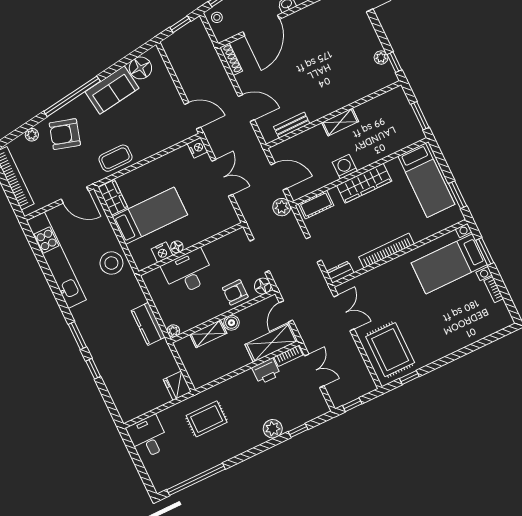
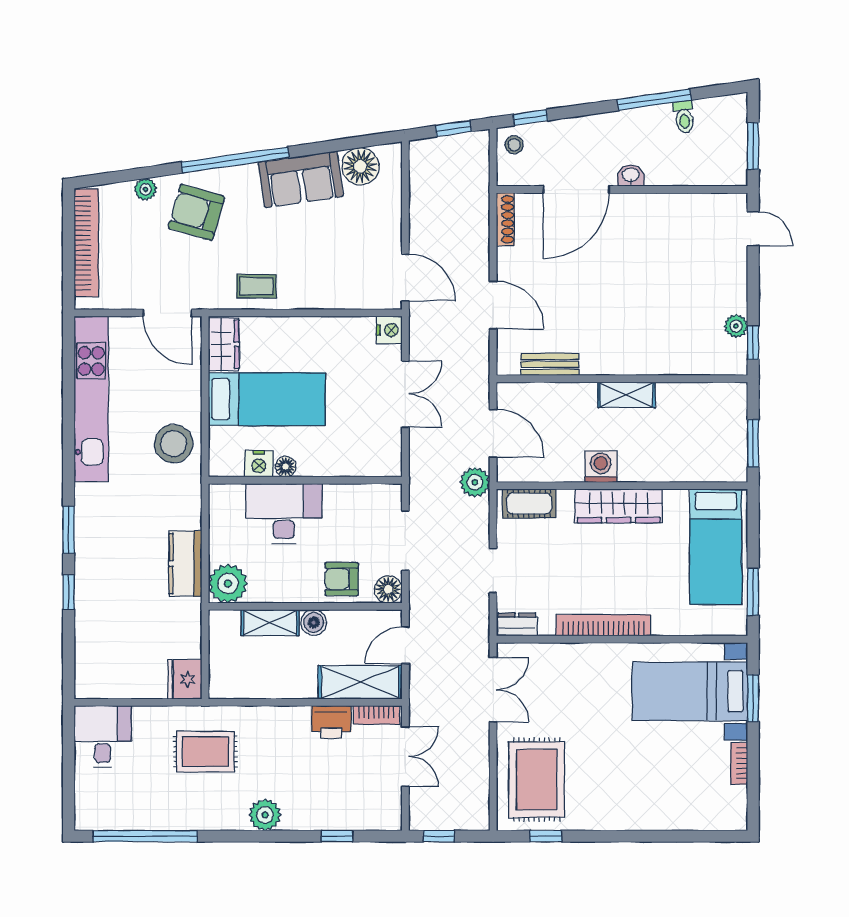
coffee table: (115, 158) -> (256, 286), width x0.73, depth x0.77
plant: (173, 331) -> (228, 584), width x1.87, depth x1.87
plant: (273, 429) -> (265, 815), moved

